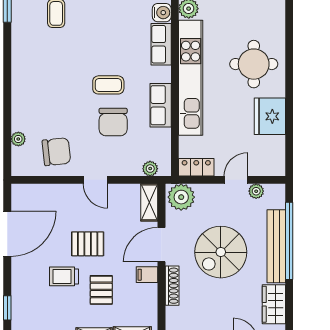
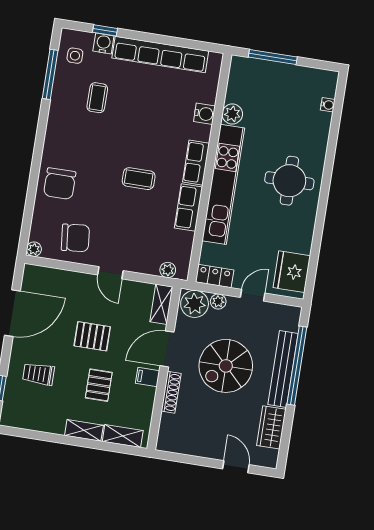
row of seats: (161, 44) -> (196, 163), moved
fridge: (270, 116) -> (292, 272), moved
chair: (113, 122) -> (60, 184), moved
plant: (18, 139) -> (34, 249), moved
plant: (256, 191) -> (218, 302), moved
trolley: (64, 276) -> (39, 374), moved

